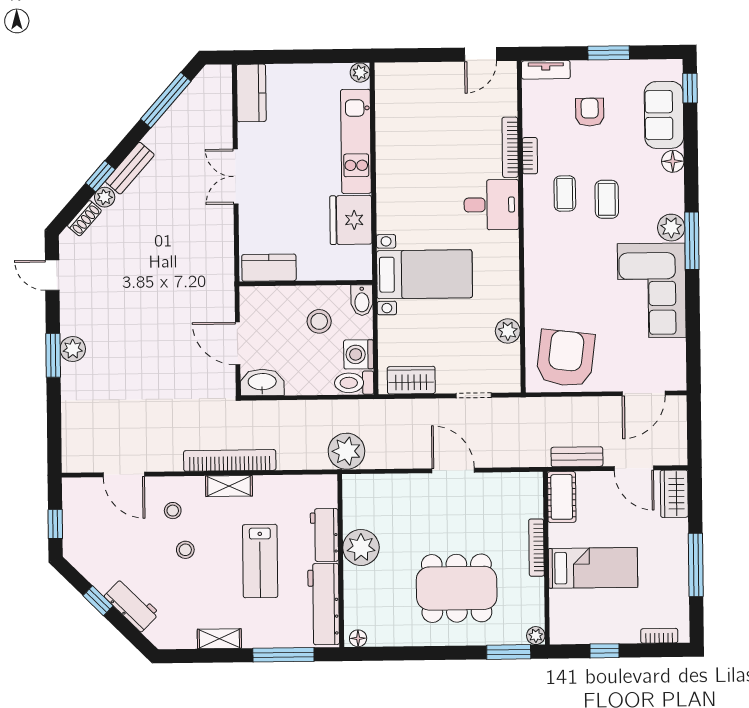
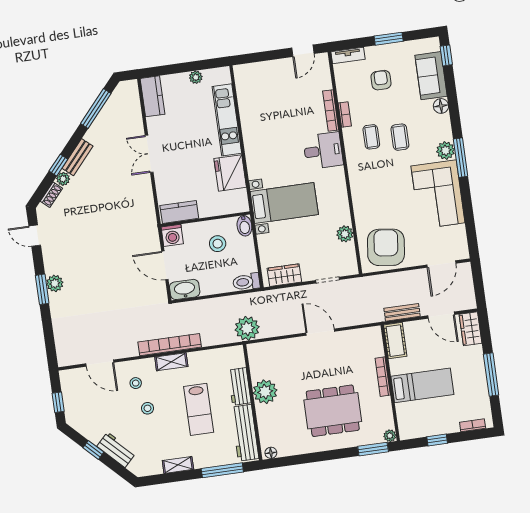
plant: (360, 73) -> (196, 77), moved
washing machine: (359, 354) -> (172, 235), moved, turned -90

